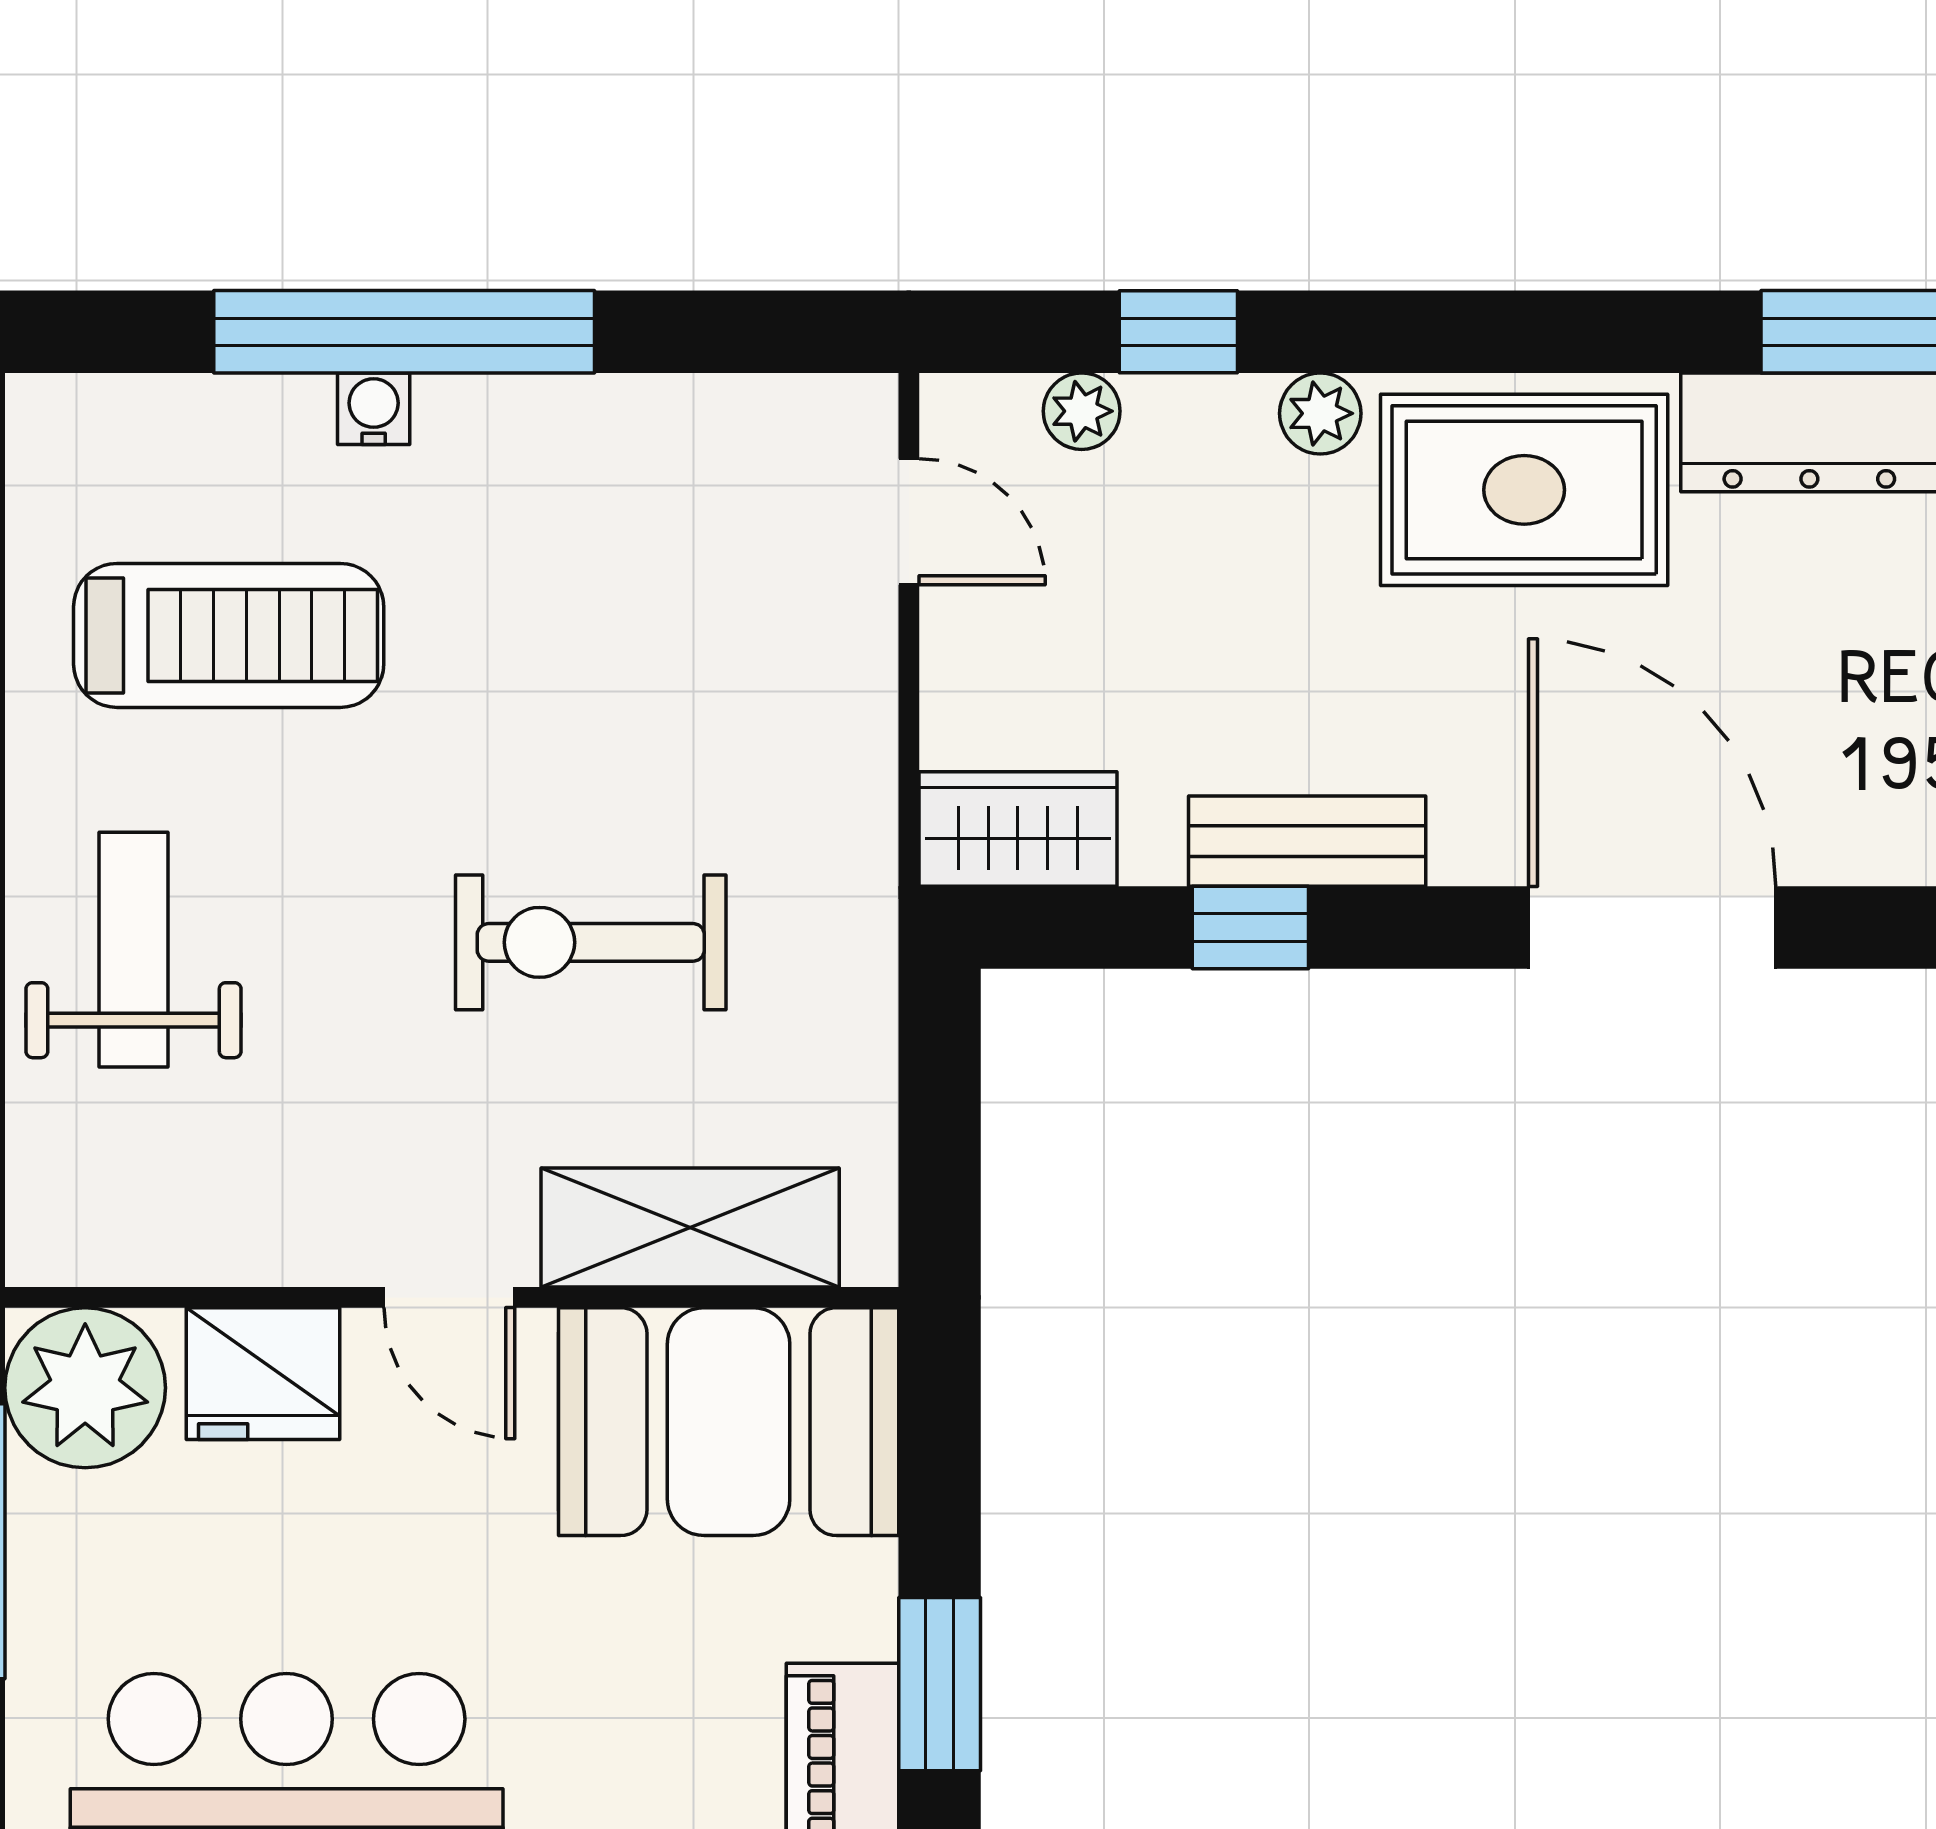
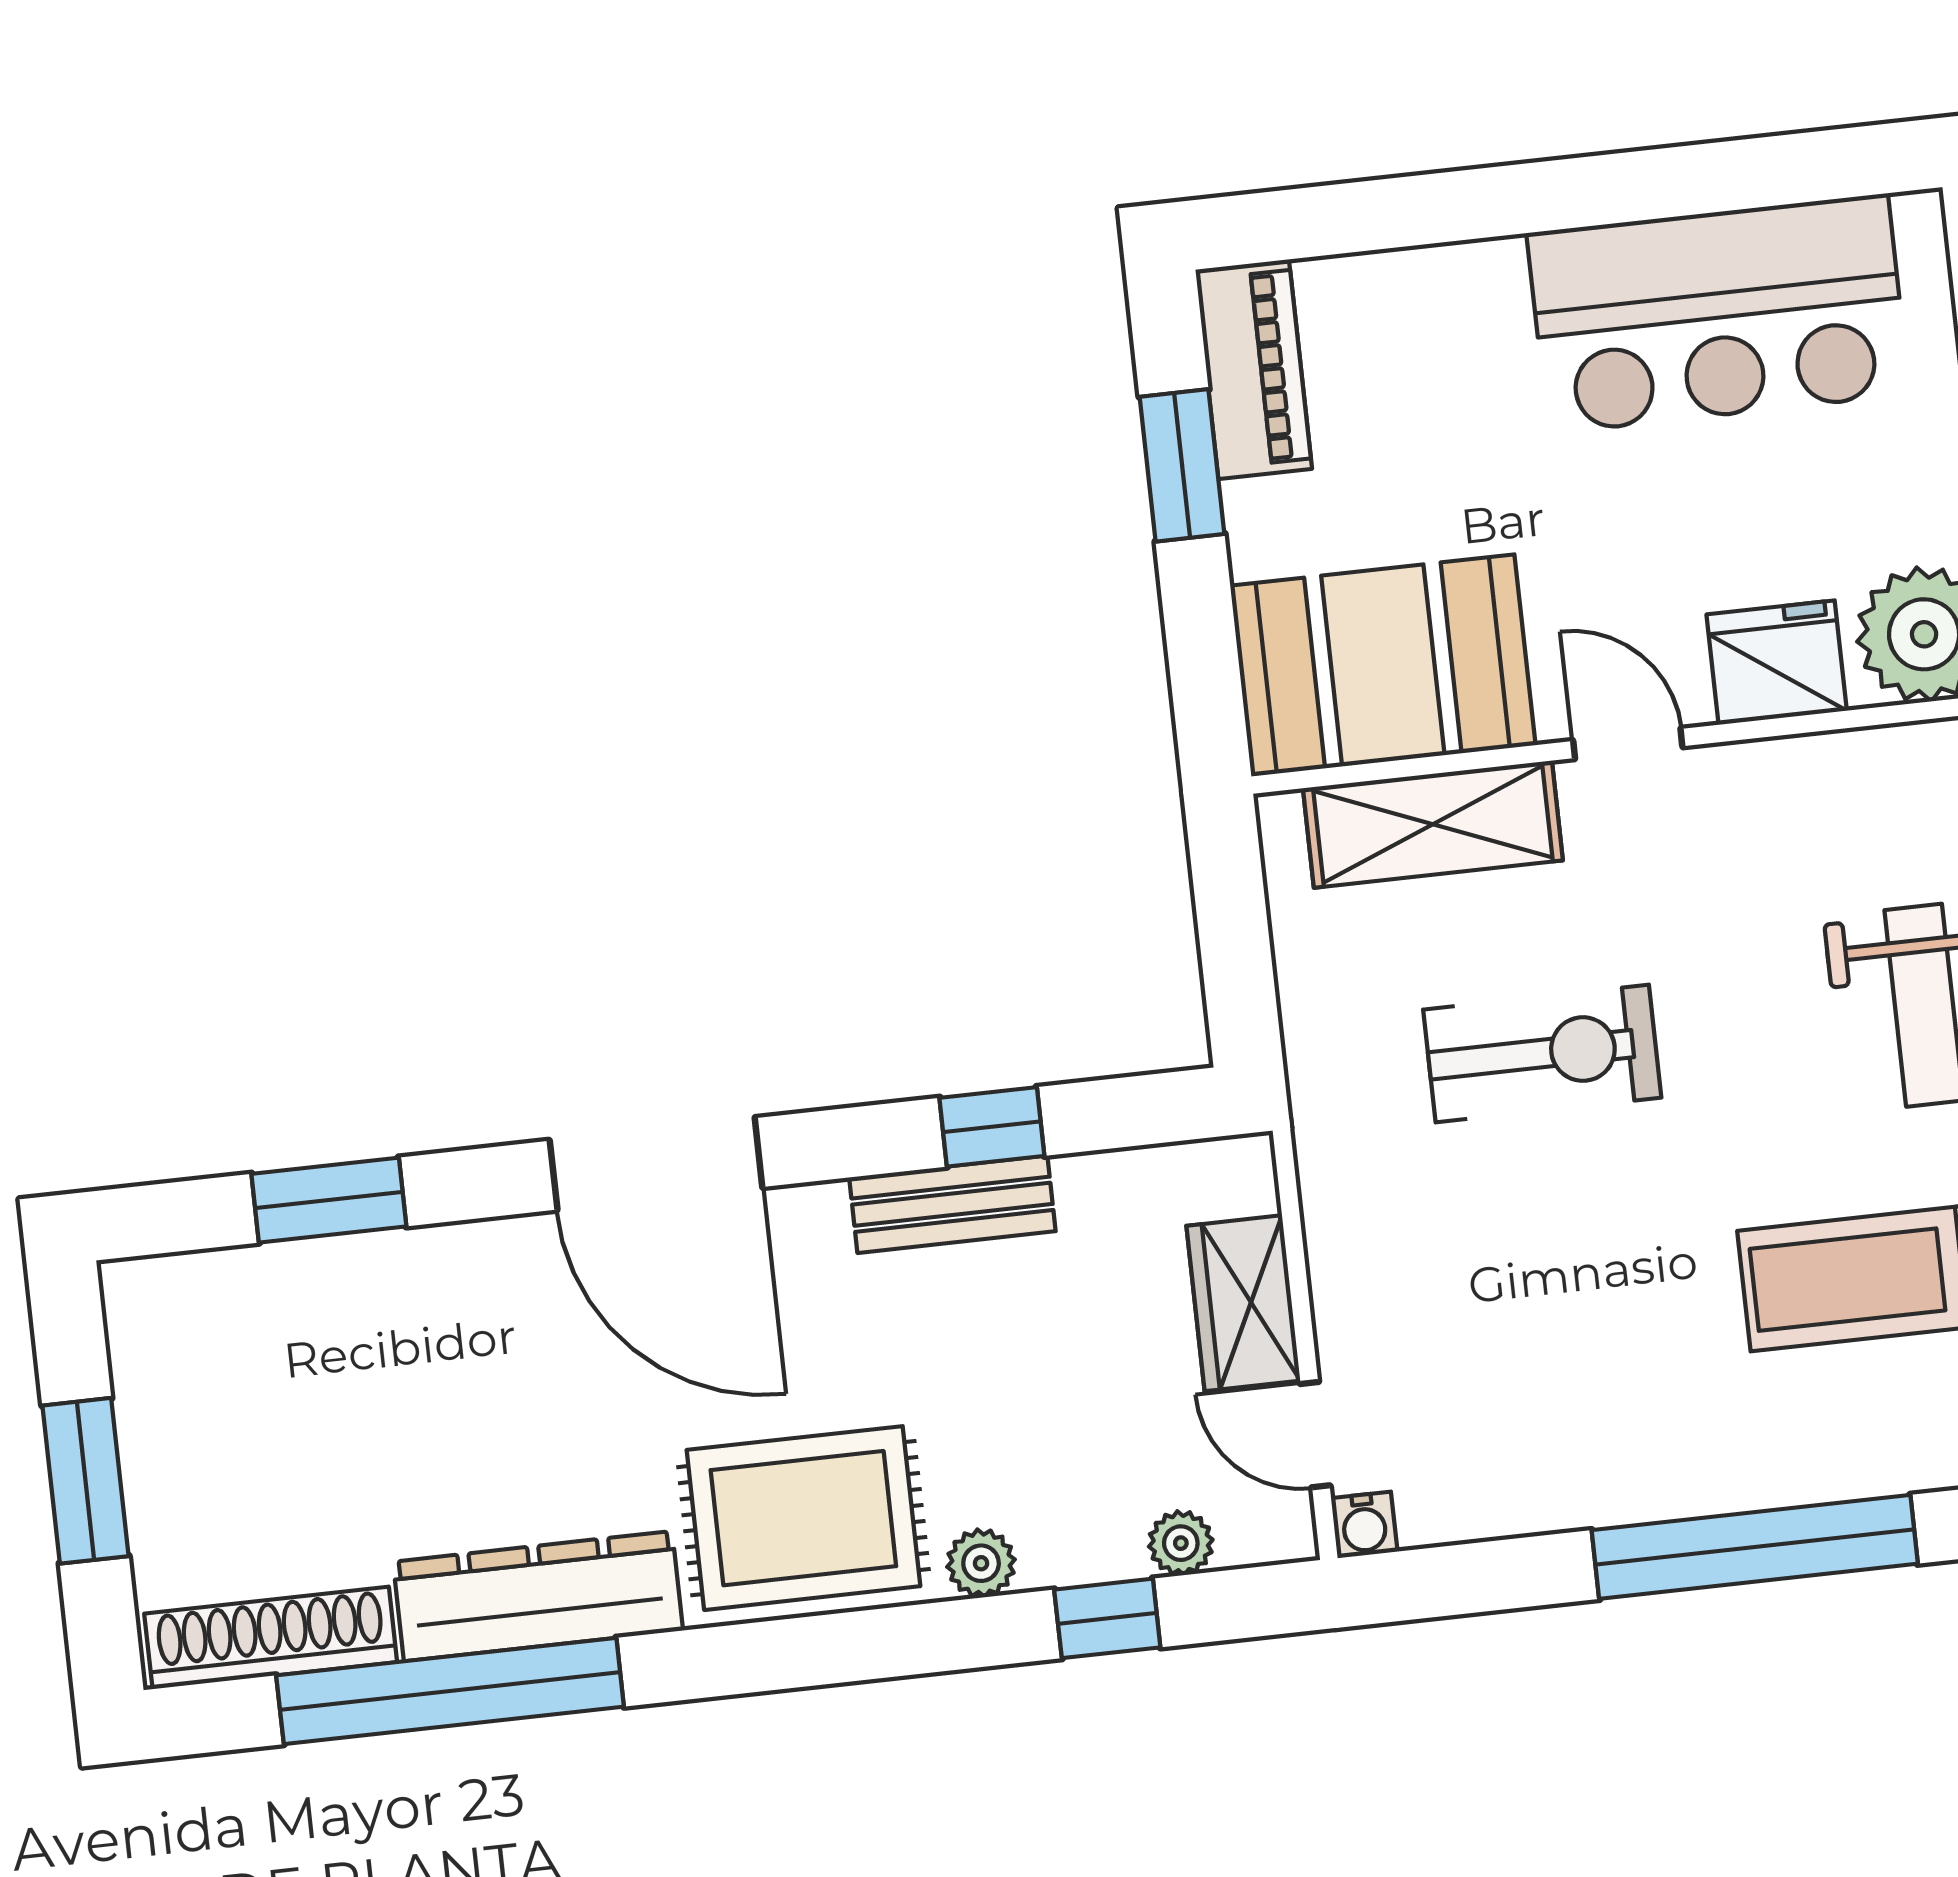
water cooler: (374, 409) -> (1364, 1525), moved
wardrobe: (1018, 829) -> (1243, 1303), moved, turned 90

